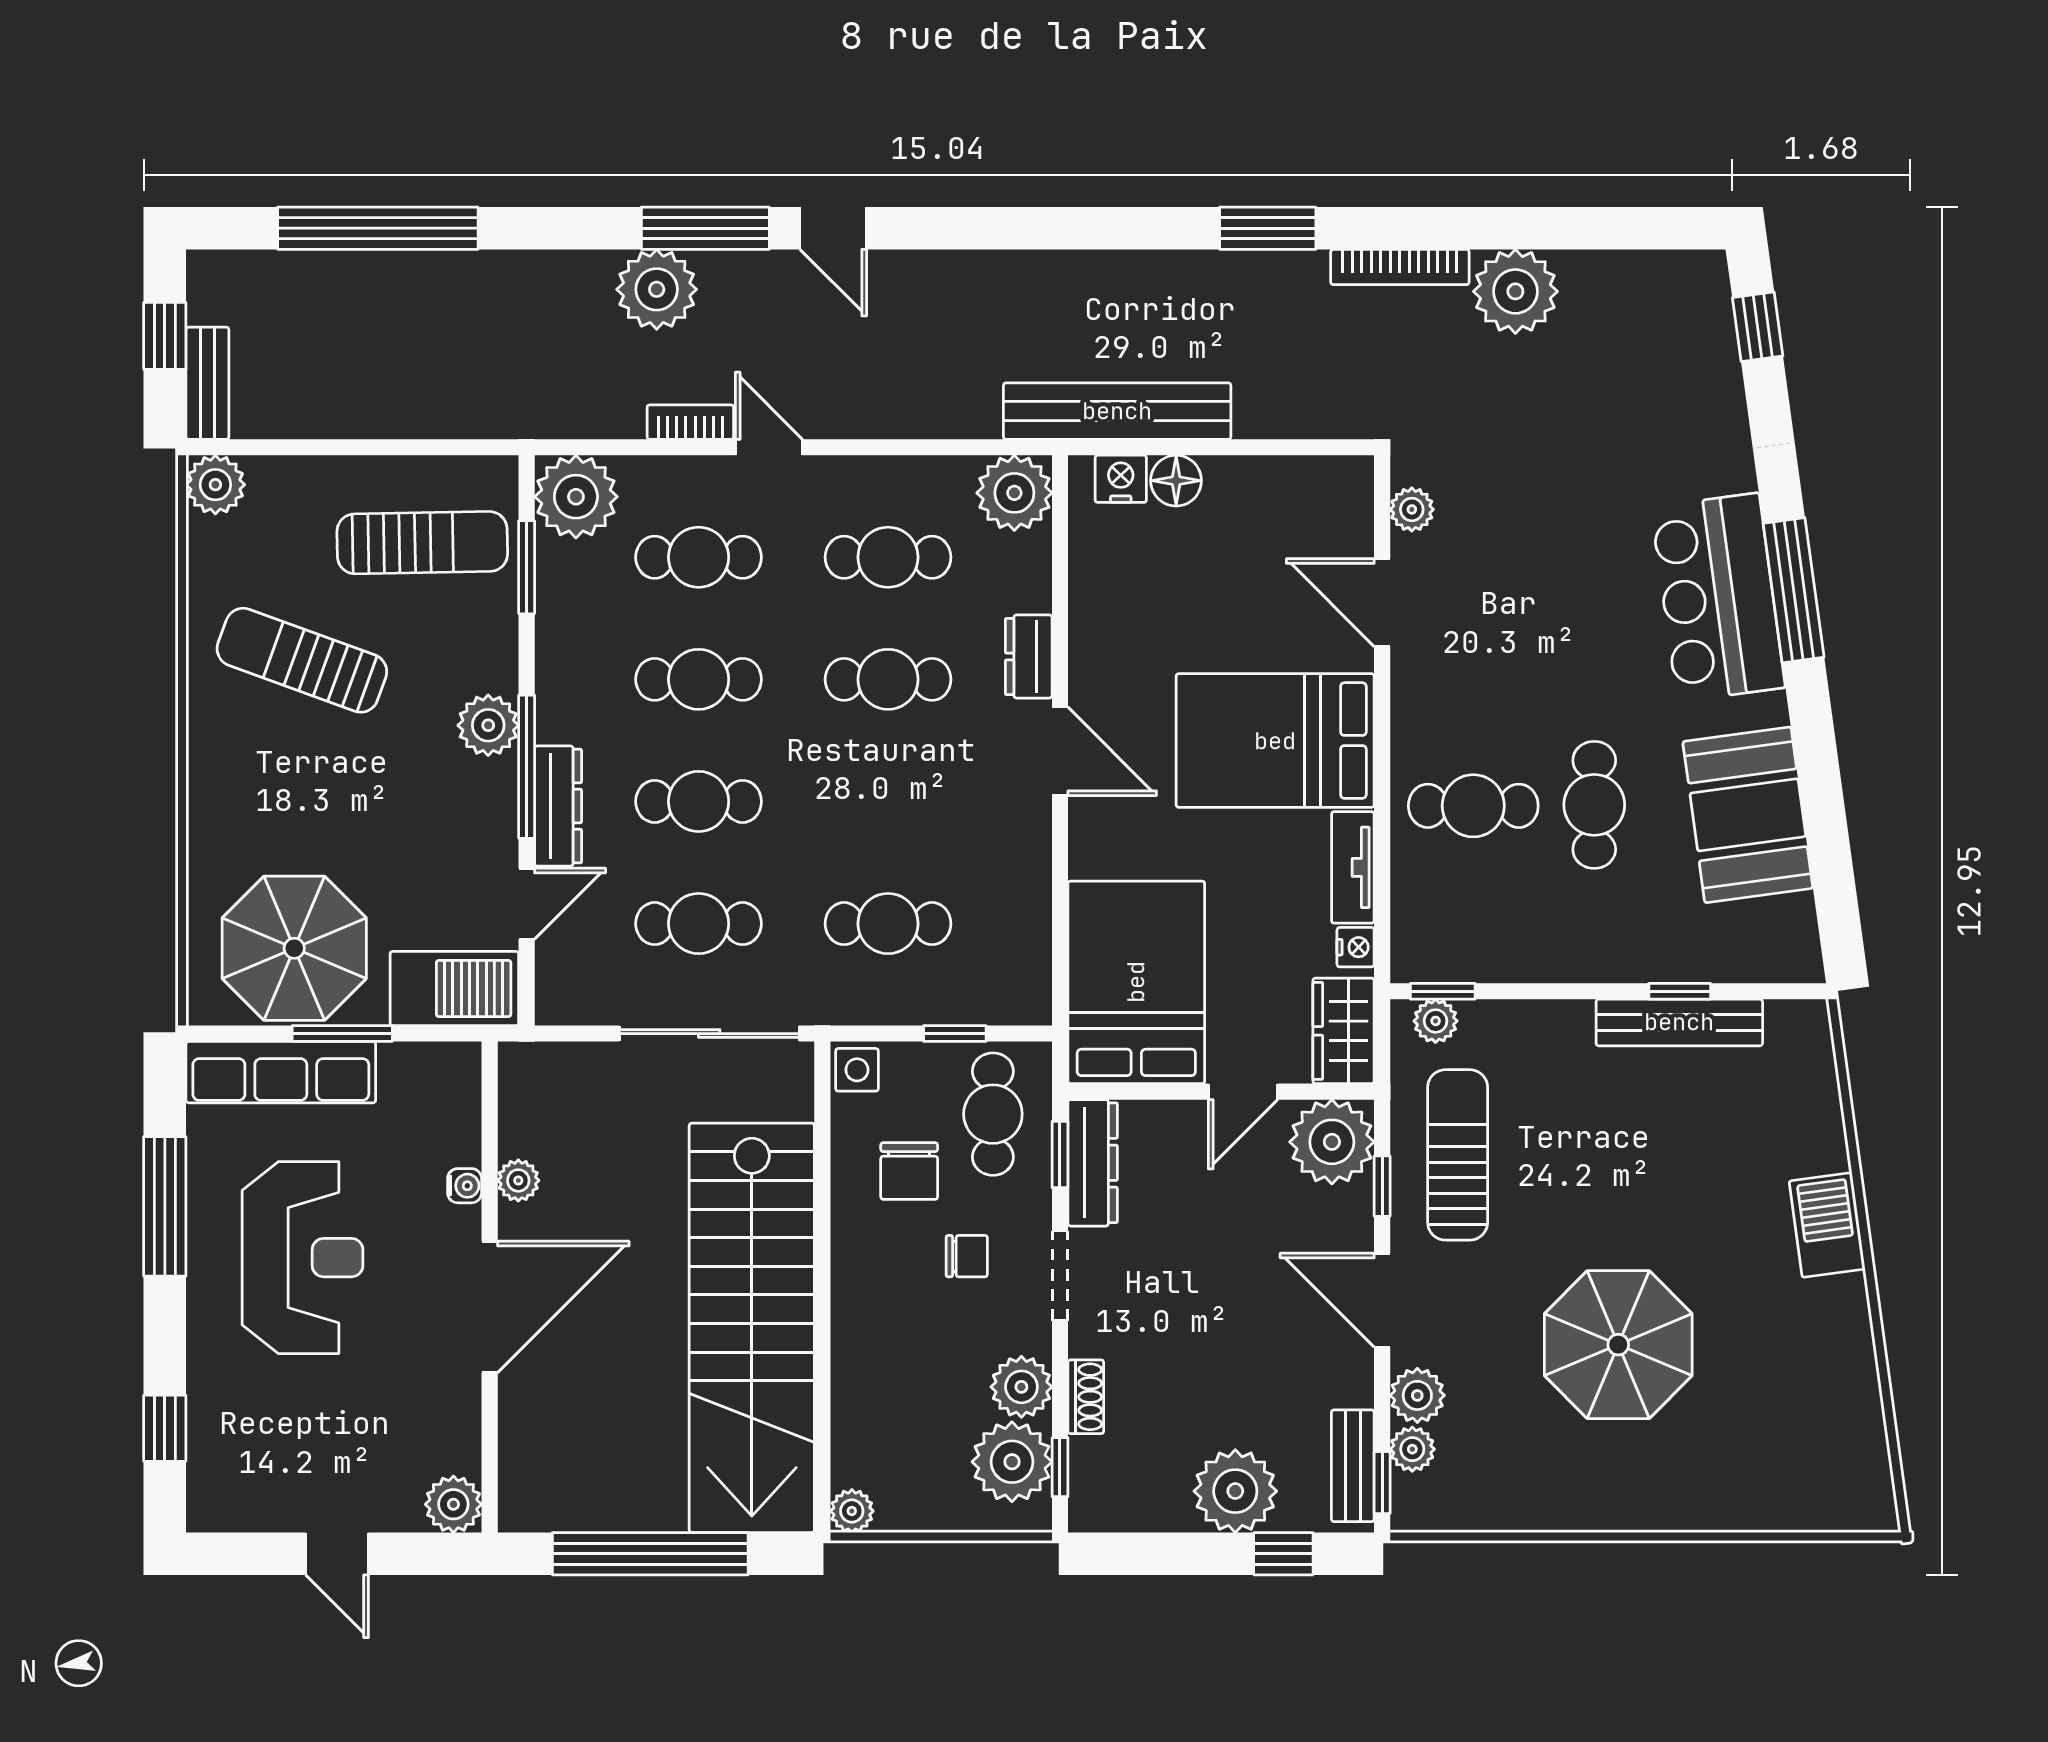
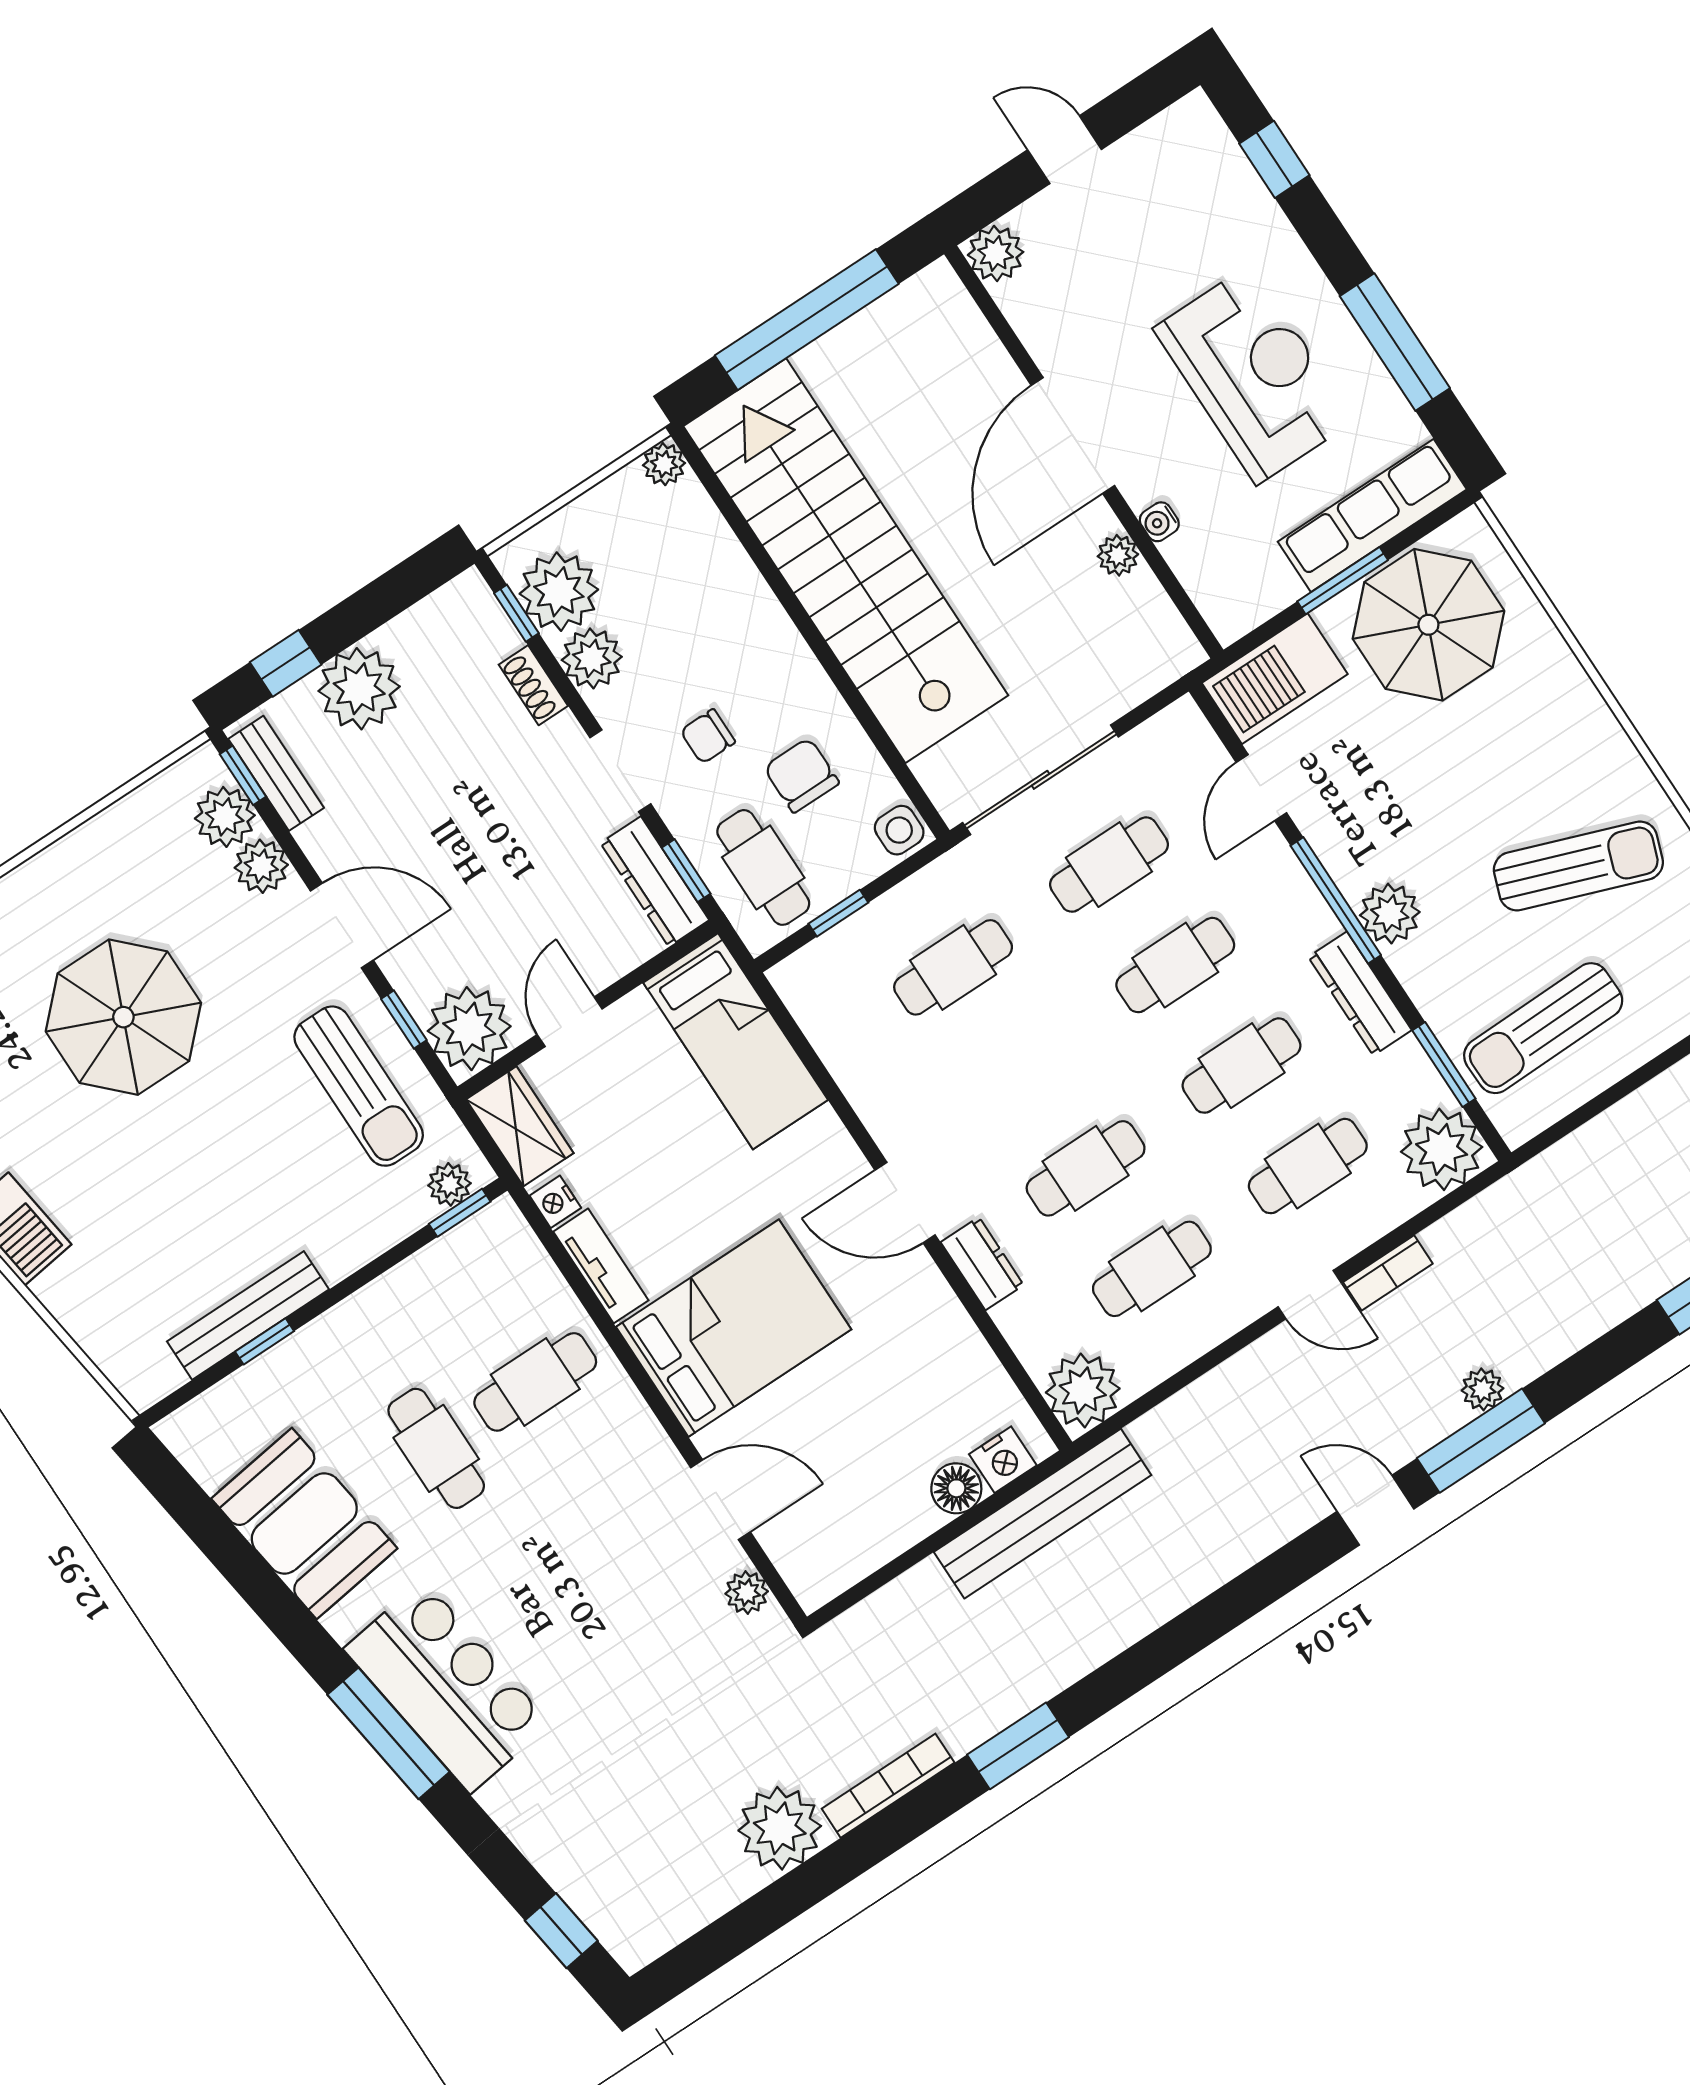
plant: (657, 289) -> (1482, 1389), width x0.53, depth x0.53
dresser: (558, 806) -> (1360, 994), moved
bed: (1136, 982) -> (736, 1041), width x0.67
reception desk: (303, 1258) -> (1254, 375), turned 180
plant: (1412, 1449) -> (225, 817), width x1.38, depth x1.38

